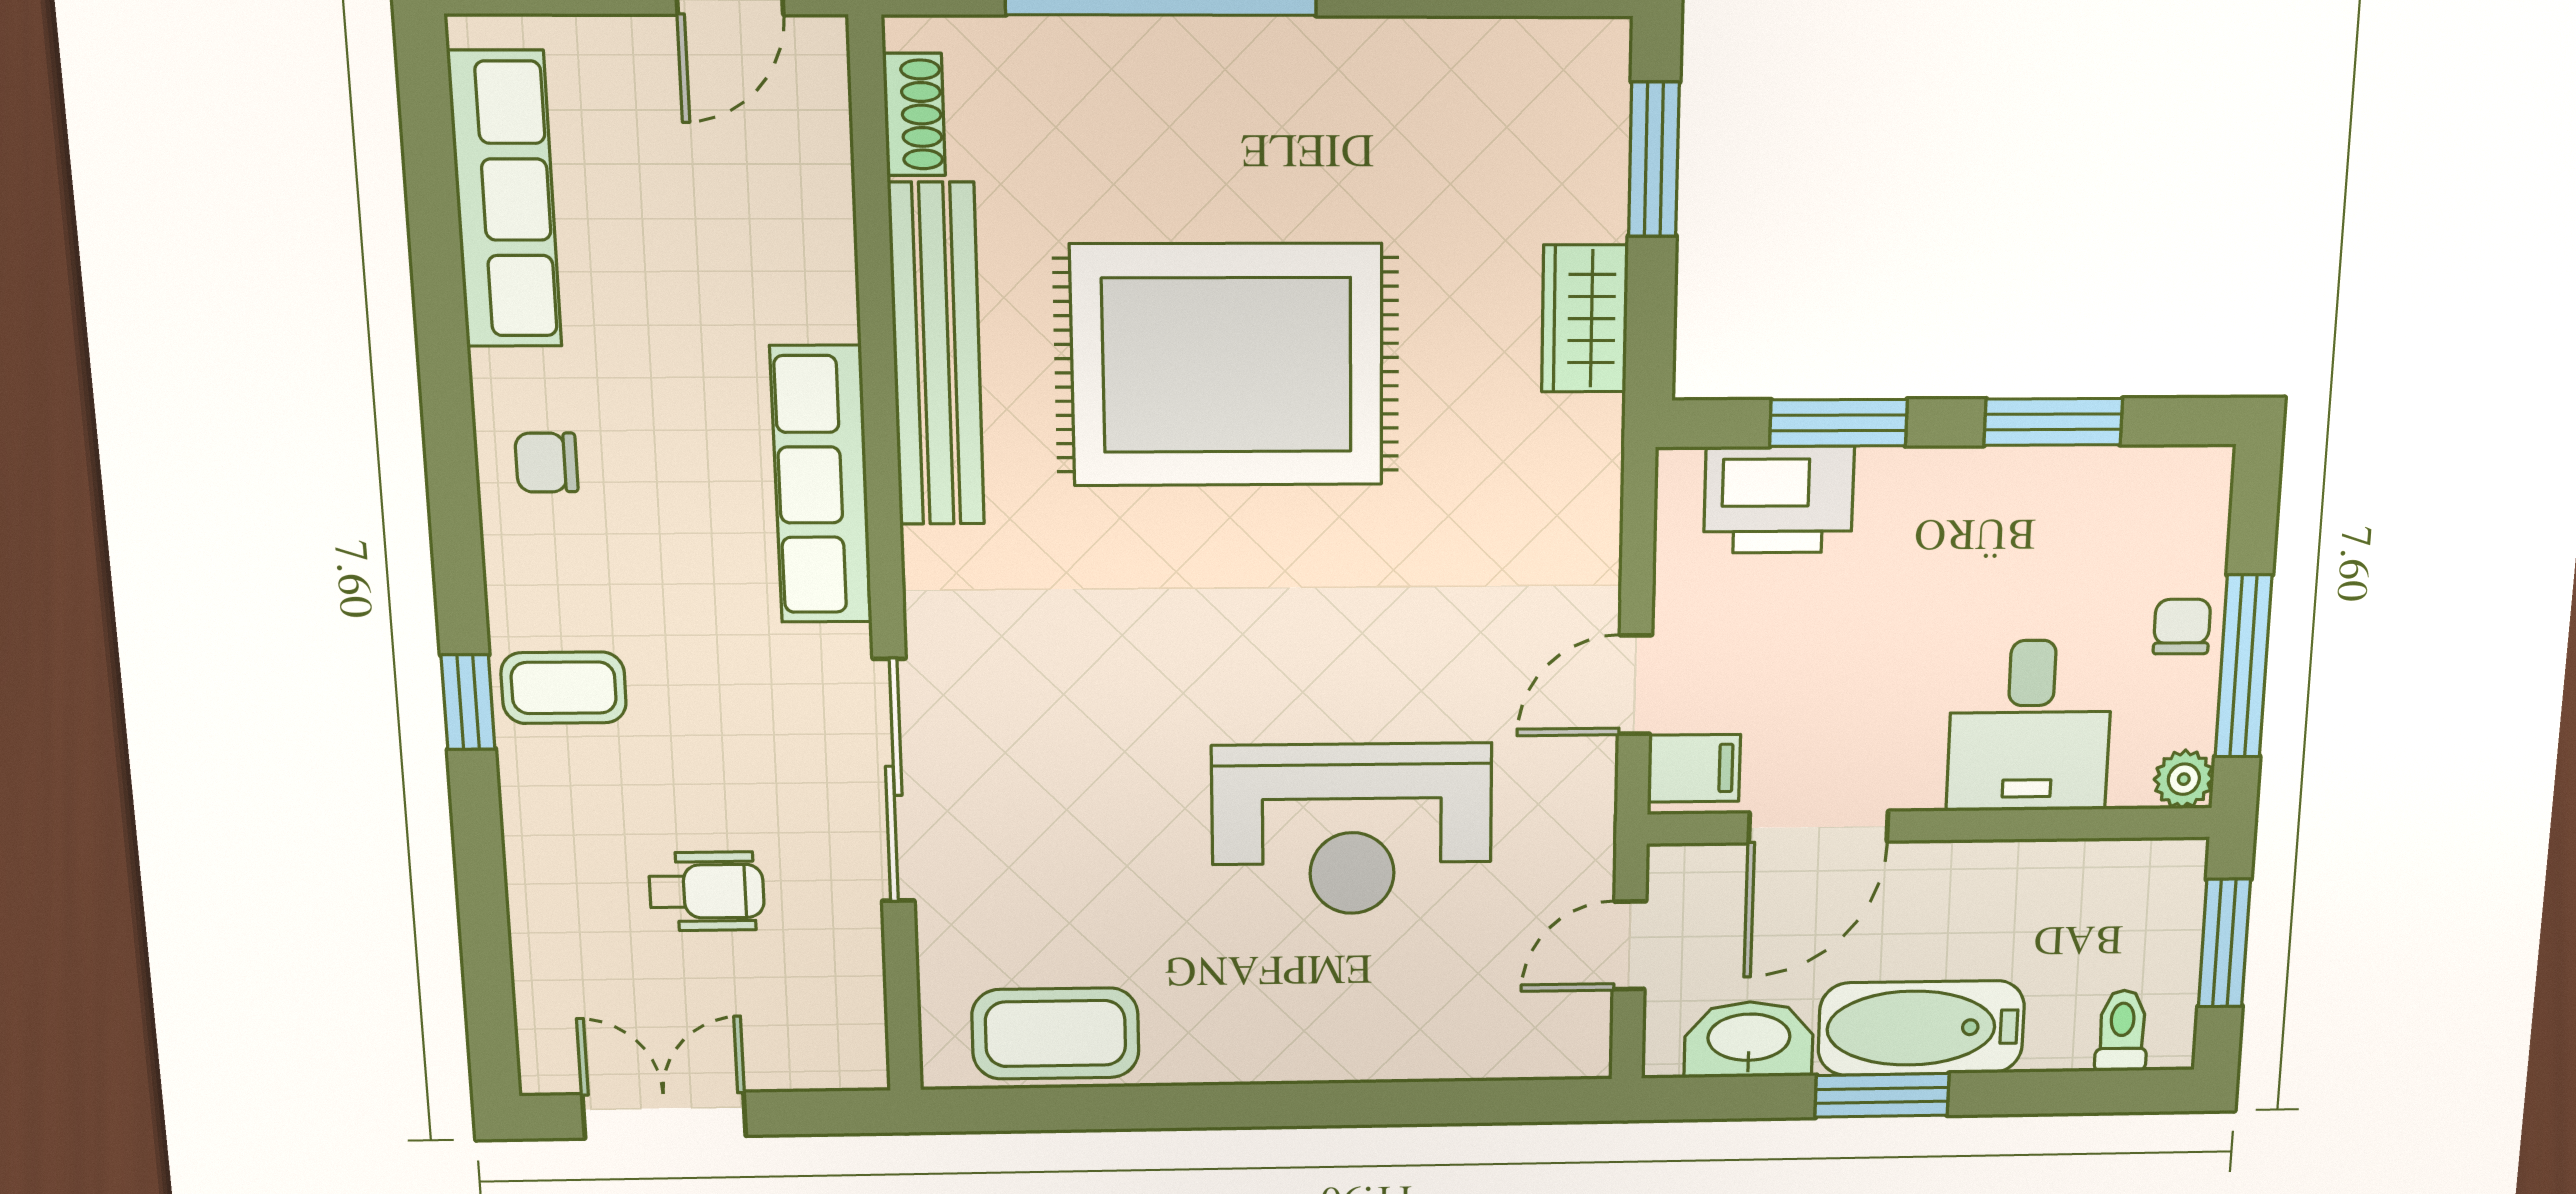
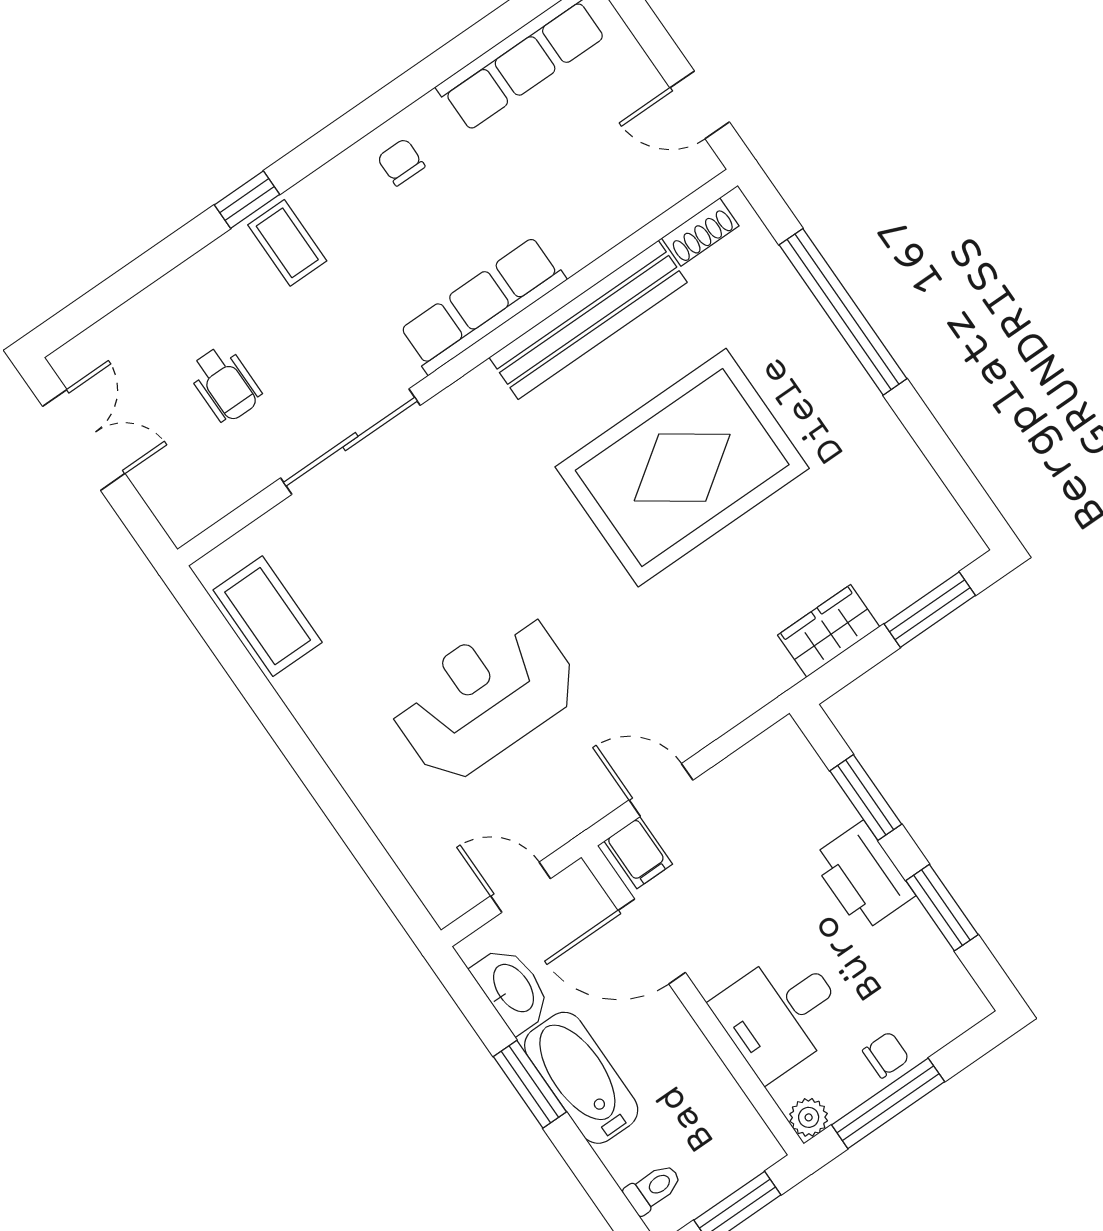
rug: (1227, 365) -> (682, 468), turned 90
printer: (1779, 500) -> (863, 876), moved
reception desk: (1352, 829) -> (485, 696), turned 90

